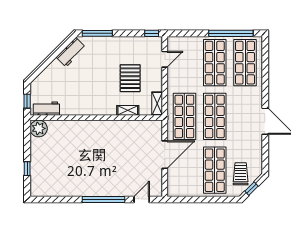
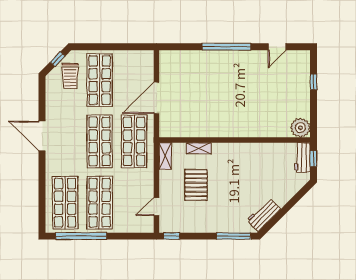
workbench: (46, 109) -> (303, 158), moved, turned 90
door: (142, 199) -> (277, 47), moved

